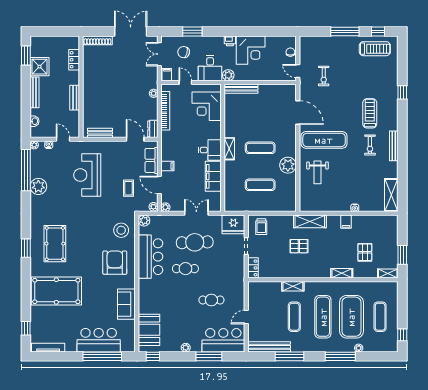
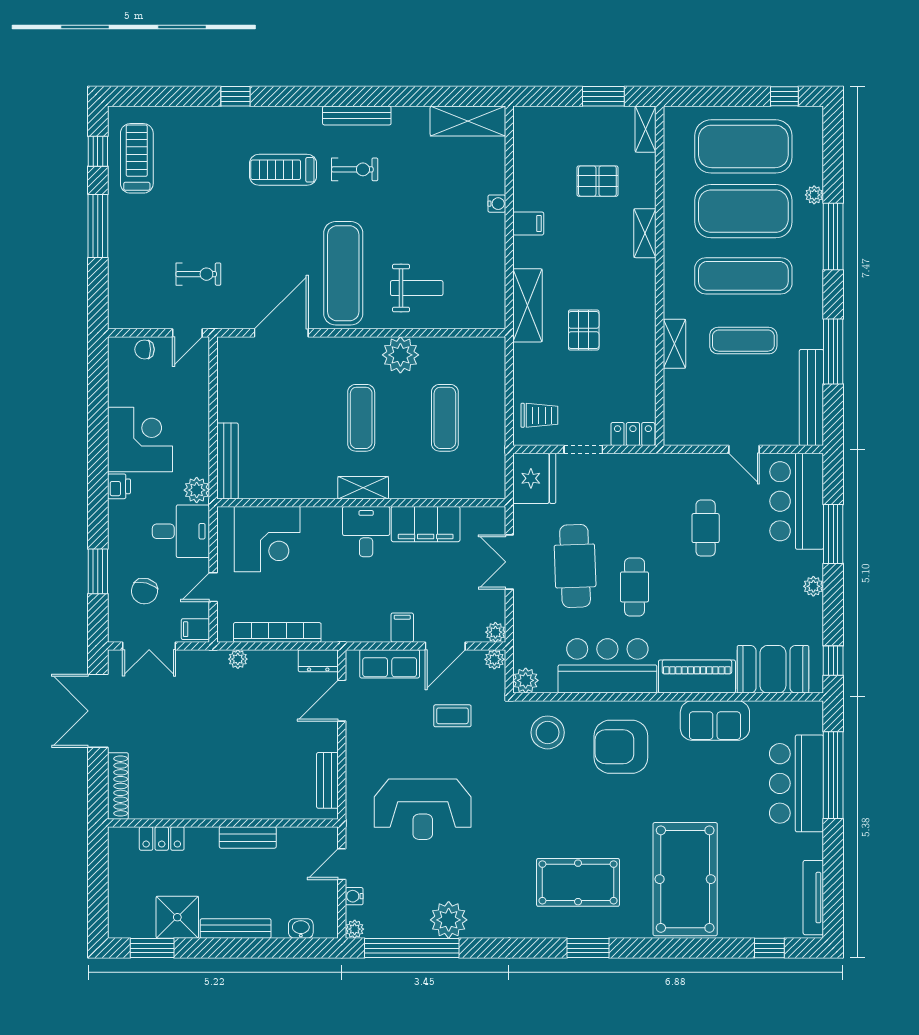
piano: (146, 296) -> (697, 677), added
exercise mat: (380, 317) -> (743, 146), width x2.00, depth x1.45

